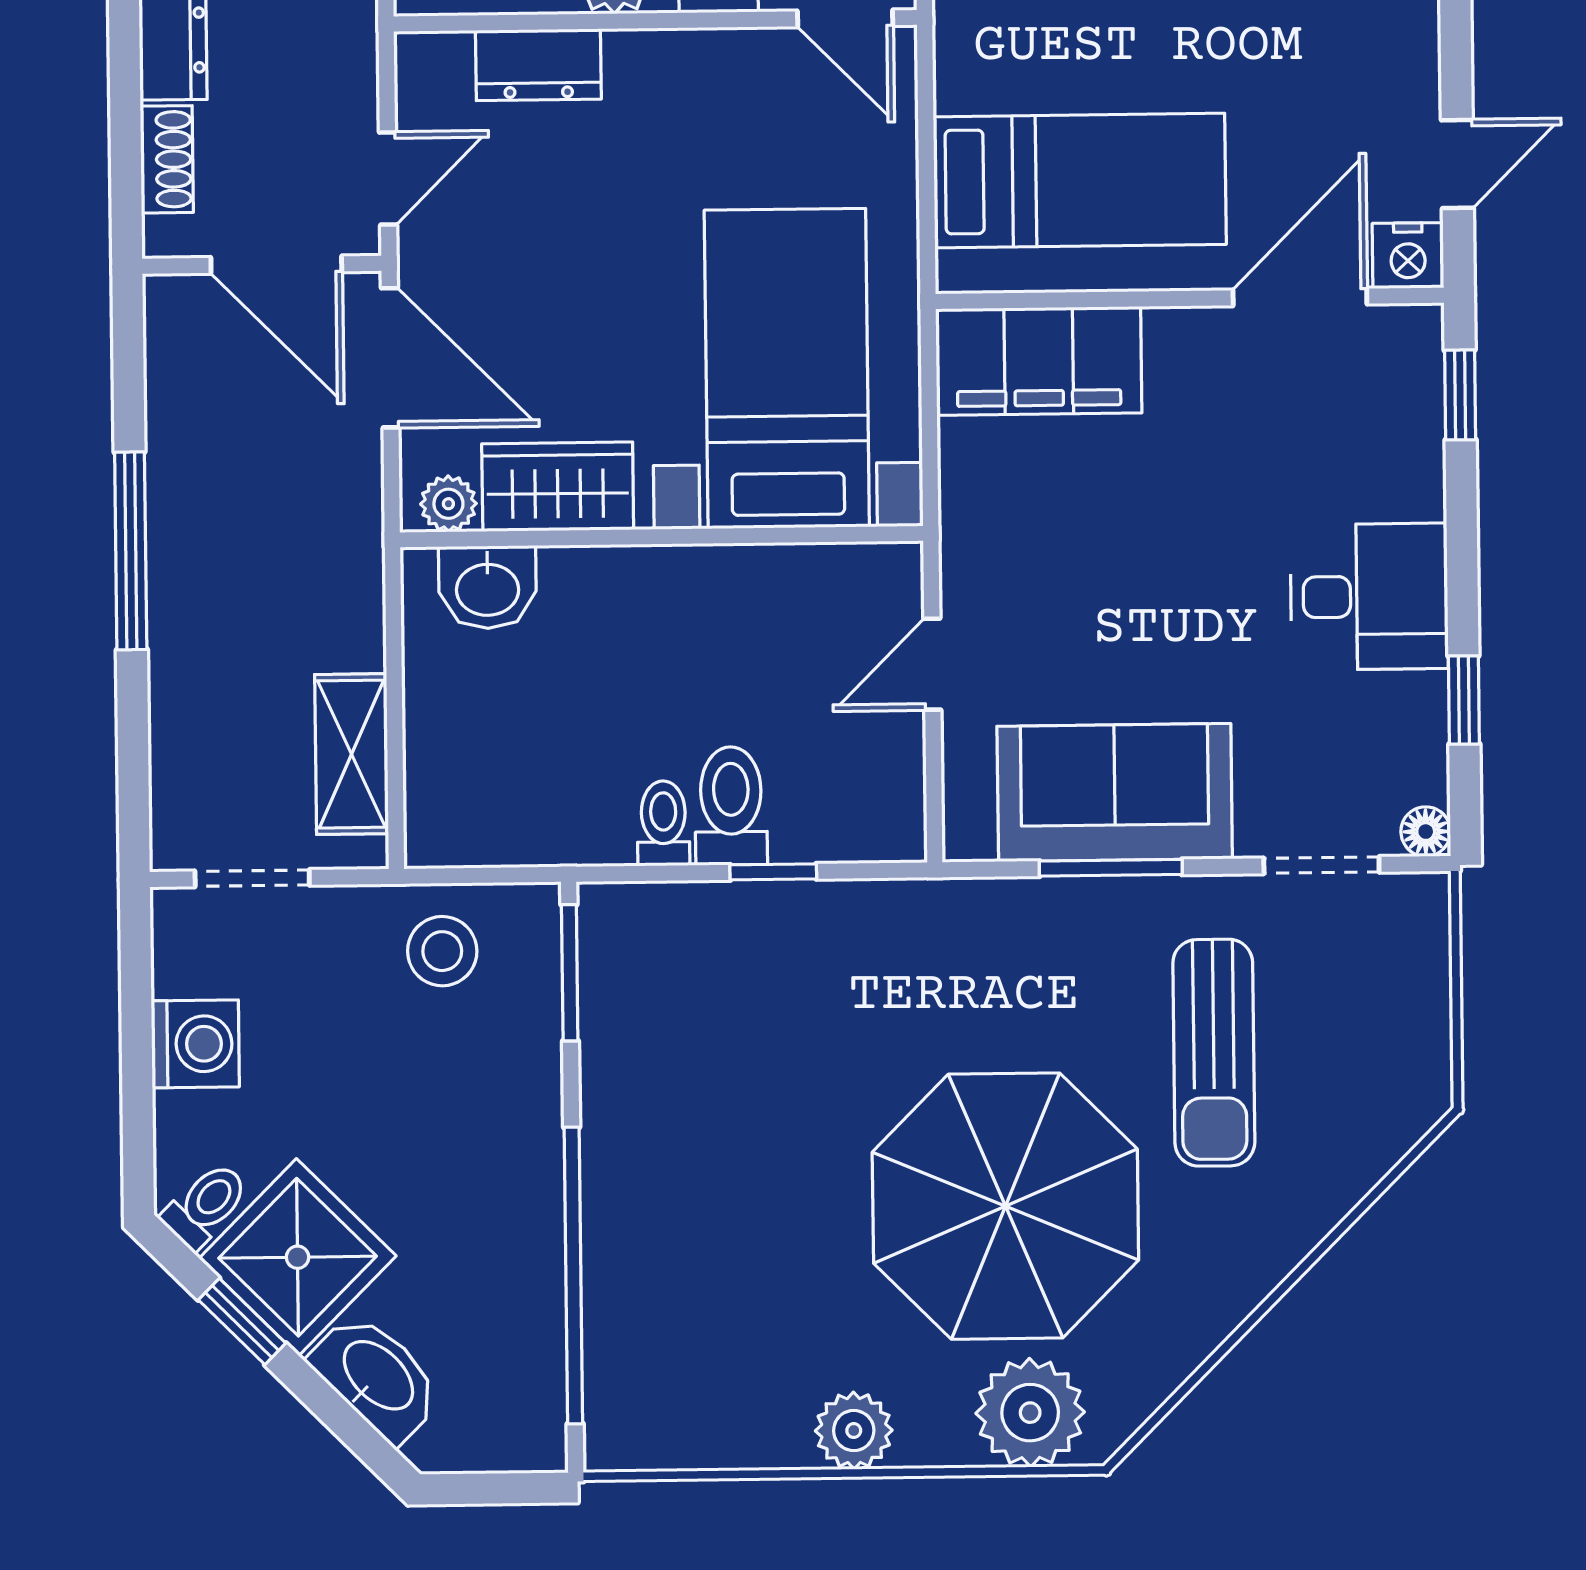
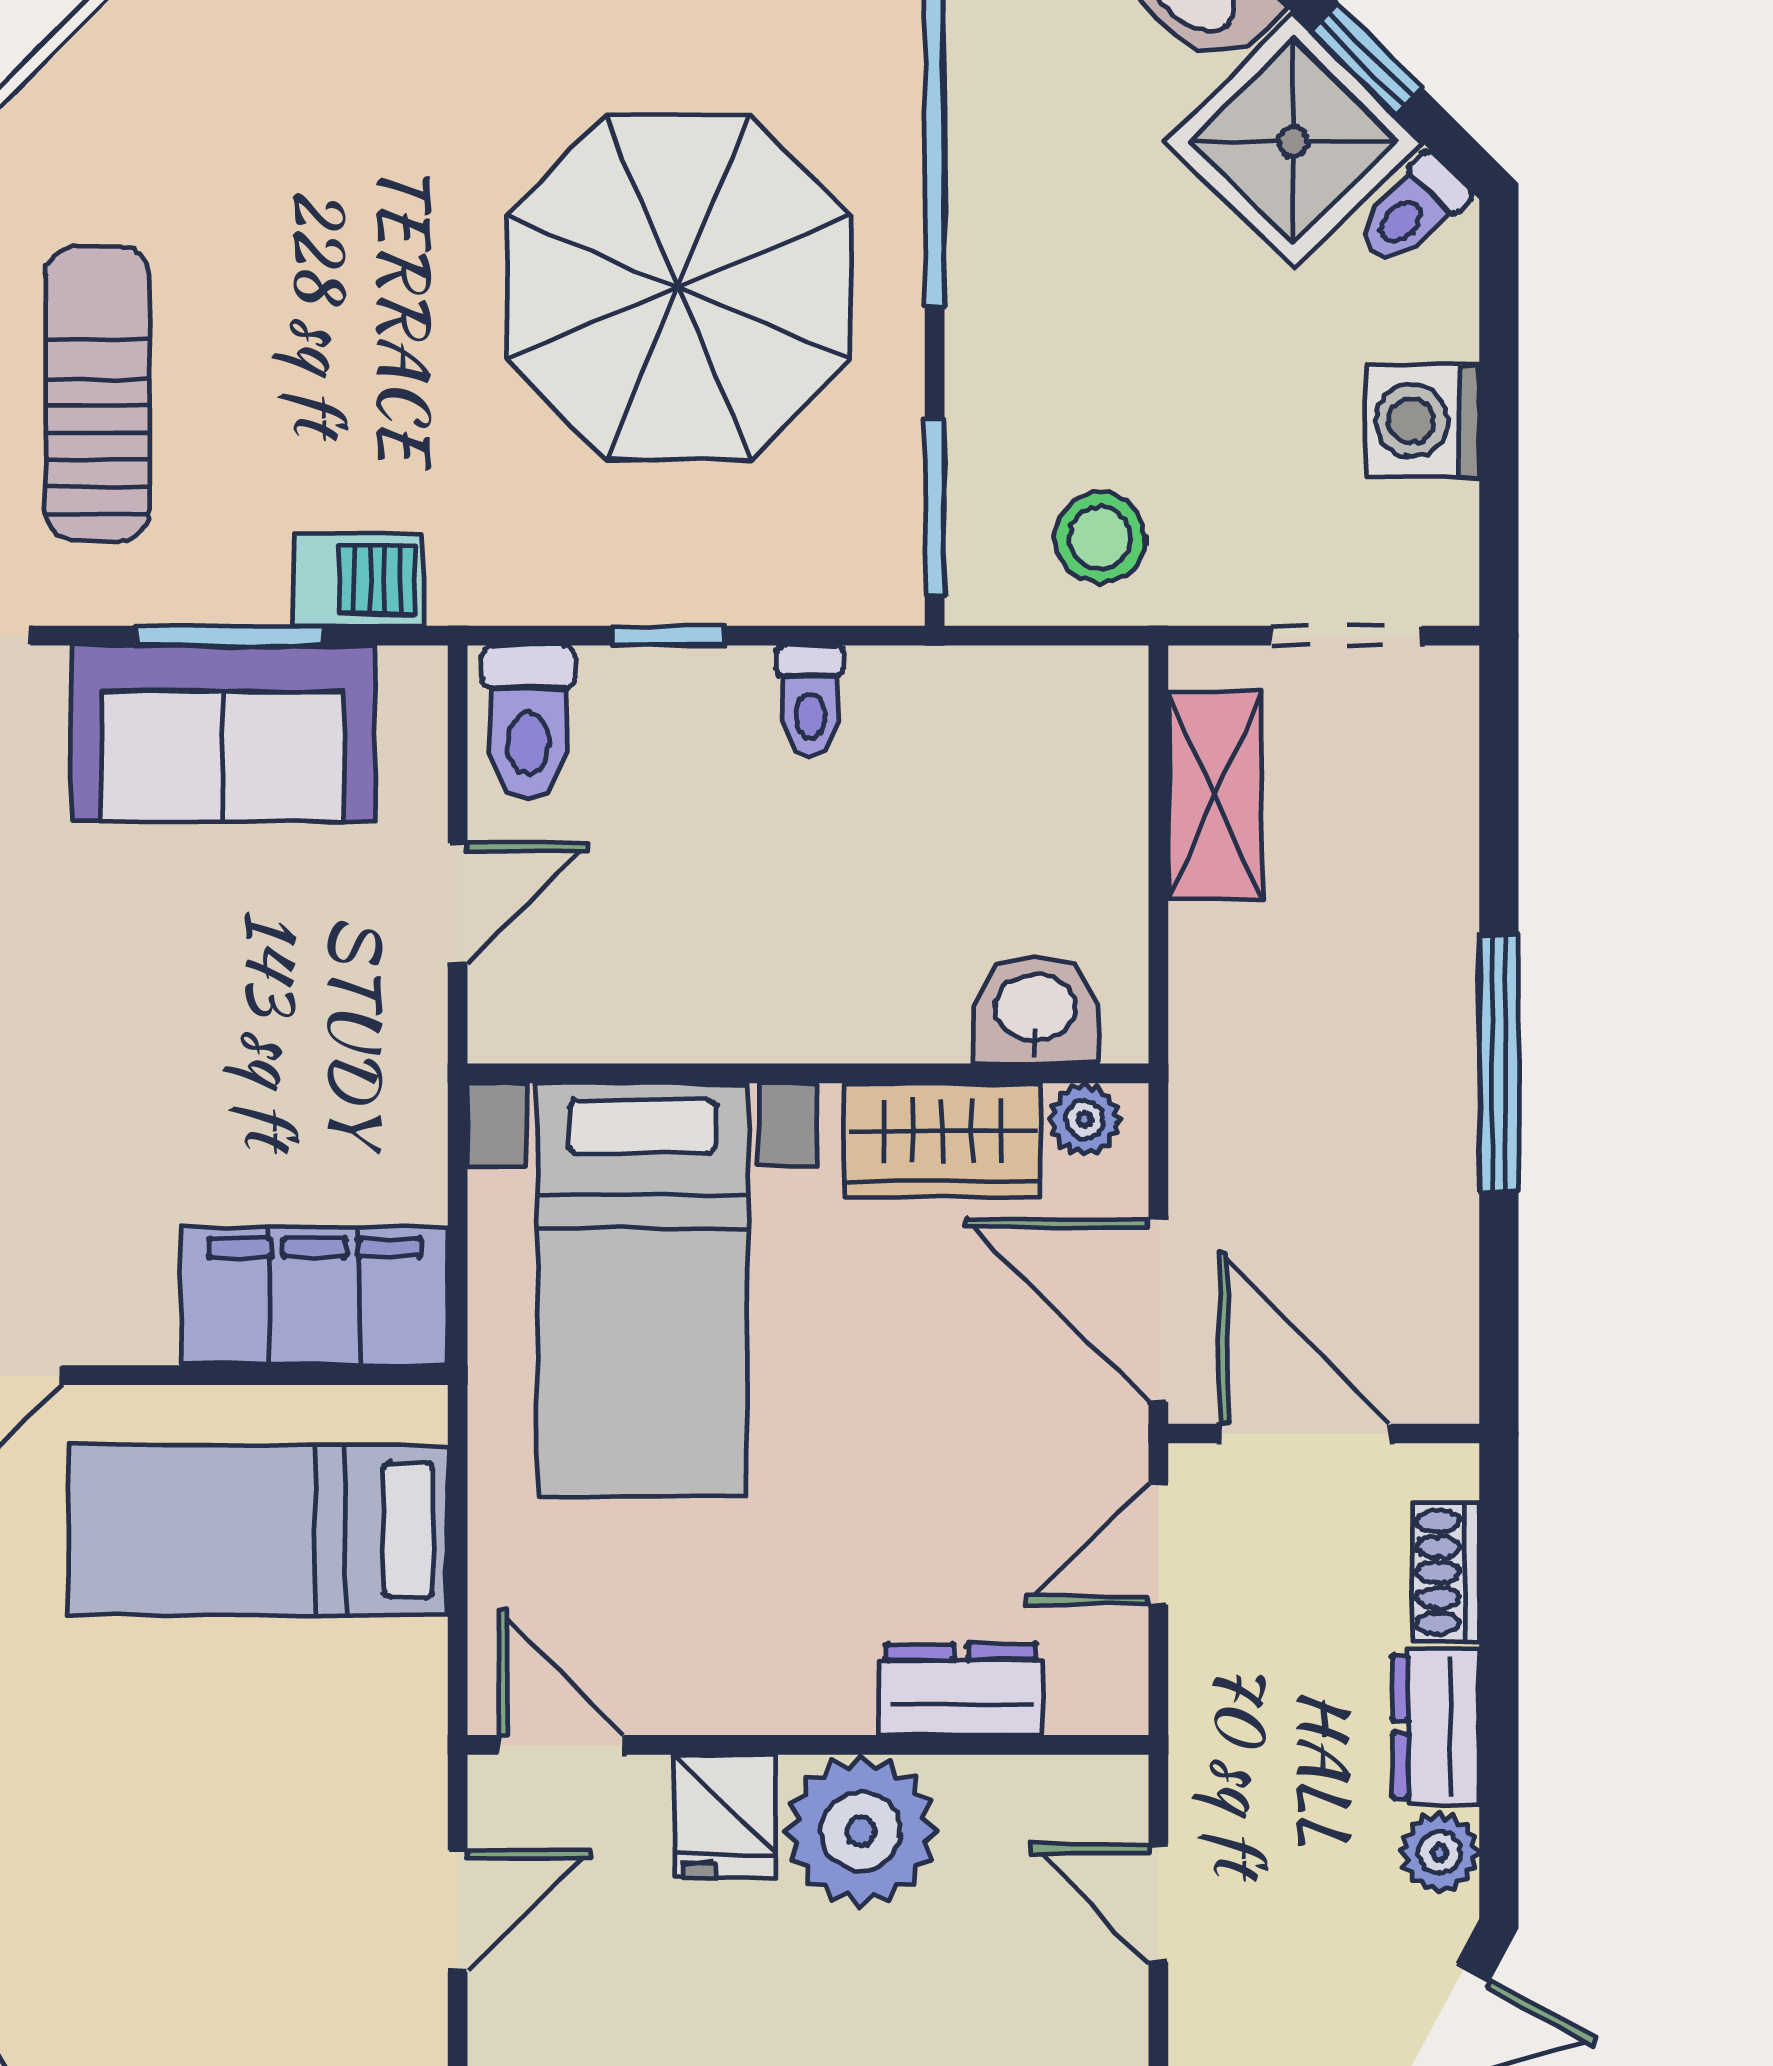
toilet: (731, 806) -> (528, 722), moved
barbecue: (1012, 912) -> (358, 580), added
parasol: (1005, 1206) -> (678, 288), moved

